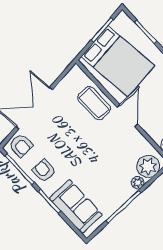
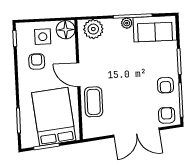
door: (127, 116) -> (78, 75), hinge flipped
plant: (138, 183) -> (127, 23), moved
sofa: (76, 207) -> (155, 29), moved, turned -90

